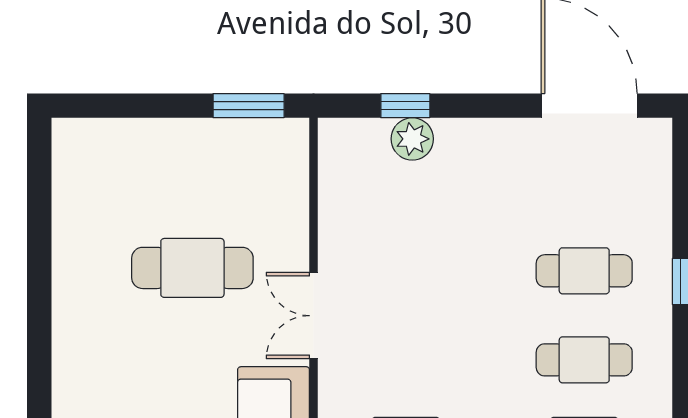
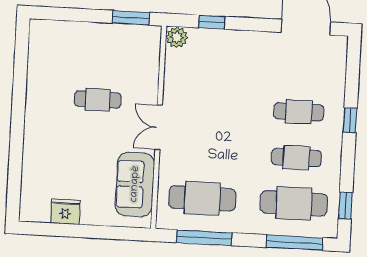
plant: (412, 139) -> (177, 37), moved
cafe table: (192, 268) -> (98, 100), width x0.73, depth x0.74

